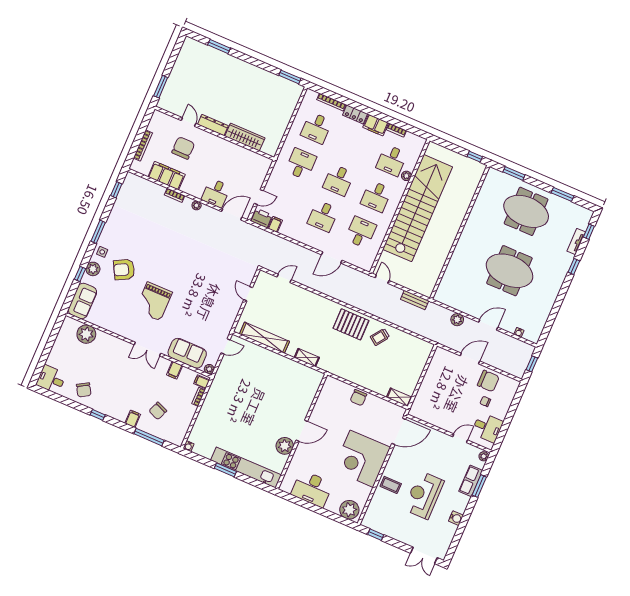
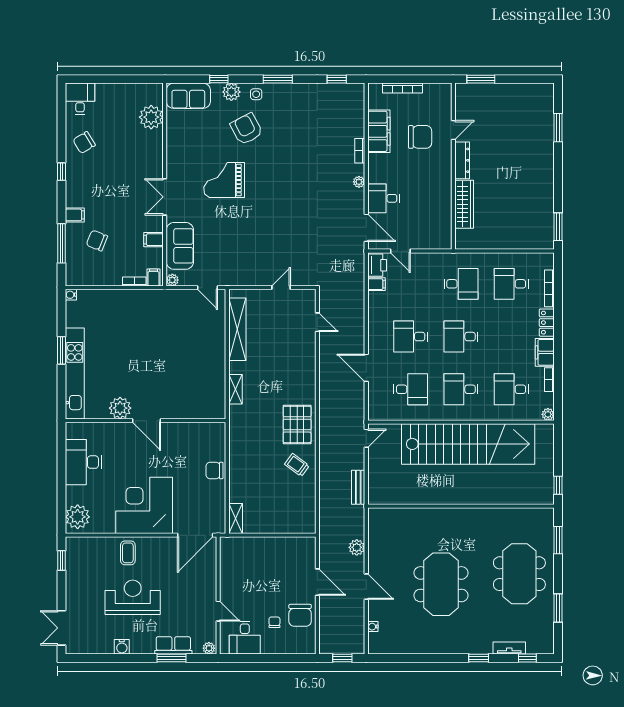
plant: (406, 176) -> (548, 414), moved
door: (399, 431) -> (195, 535), hinge flipped

